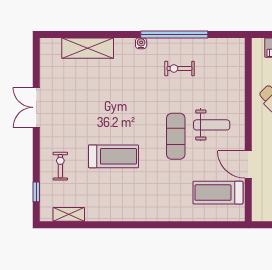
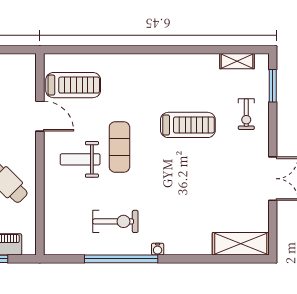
shelving: (88, 48) -> (241, 244), moved
exercise bike: (179, 68) -> (115, 221), width x1.38, depth x1.39
treadmill: (113, 156) -> (188, 125), turned 180
window: (36, 192) -> (273, 86), width x1.50

